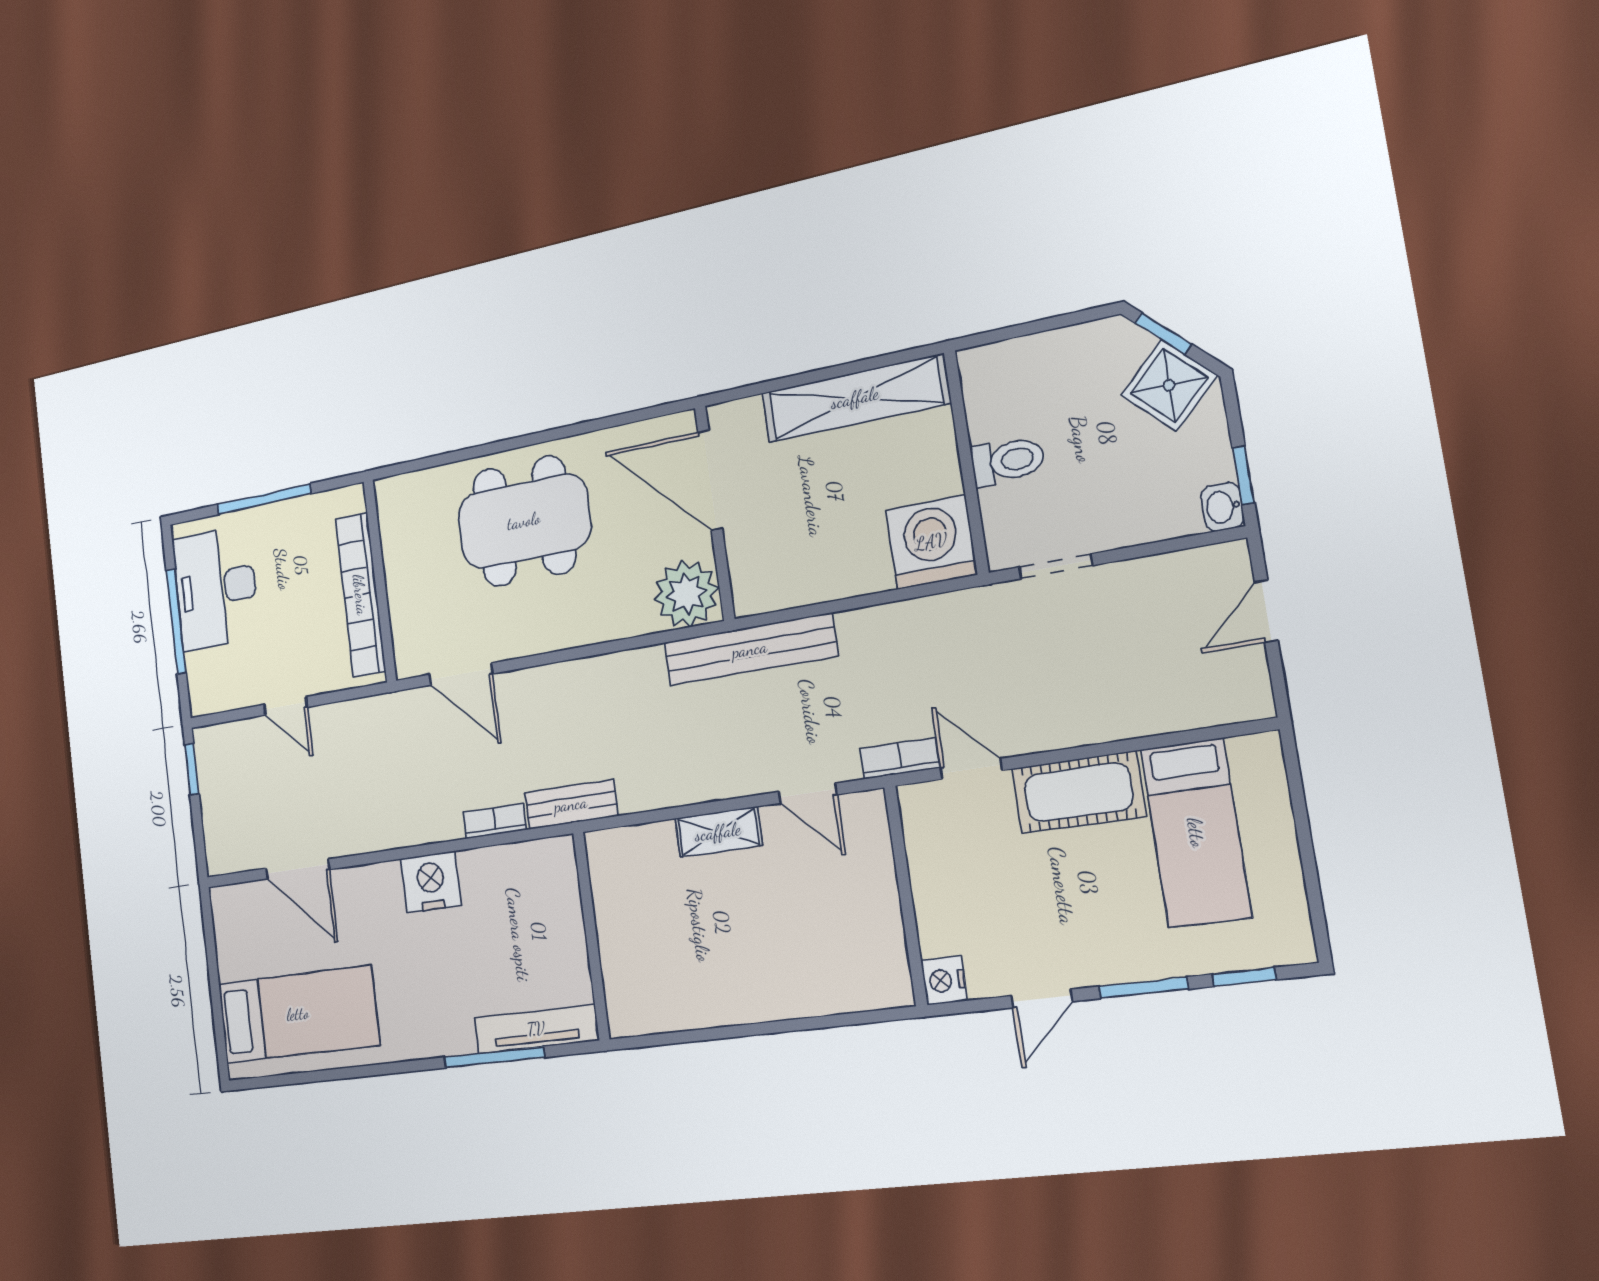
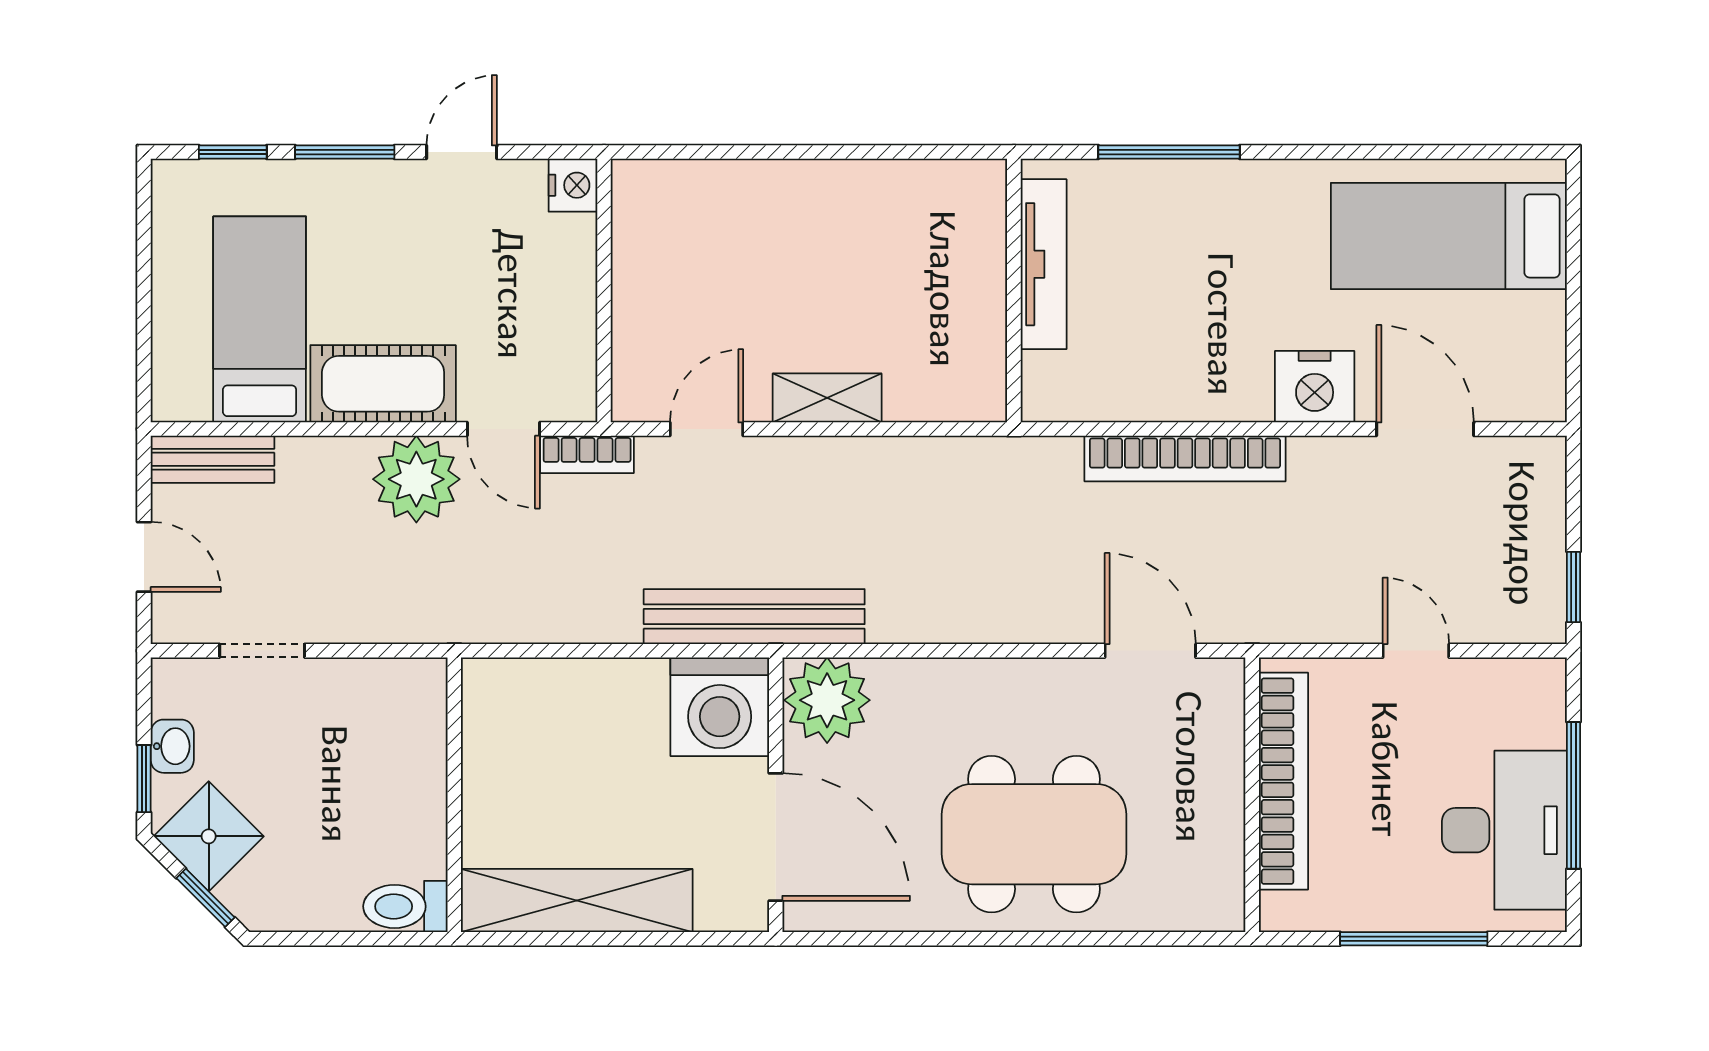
toilet: (1008, 461) -> (405, 906), moved
window: (1243, 475) -> (144, 779), moved
washbasin: (1222, 507) -> (172, 746), moved
washing machine: (931, 542) -> (720, 707), moved
doorway: (1056, 566) -> (262, 651), moved
door: (1266, 611) -> (144, 557), hinge flipped
plant: (1038, 716) -> (416, 479), added
door: (808, 793) -> (707, 429), hinge flipped
bench: (571, 804) -> (213, 459), moved
bookcase: (495, 821) -> (1185, 459), width x2.31, depth x1.31
nightstand: (431, 882) -> (1315, 387), moved
tv unit: (536, 1029) -> (1044, 264), moved, turned -90

